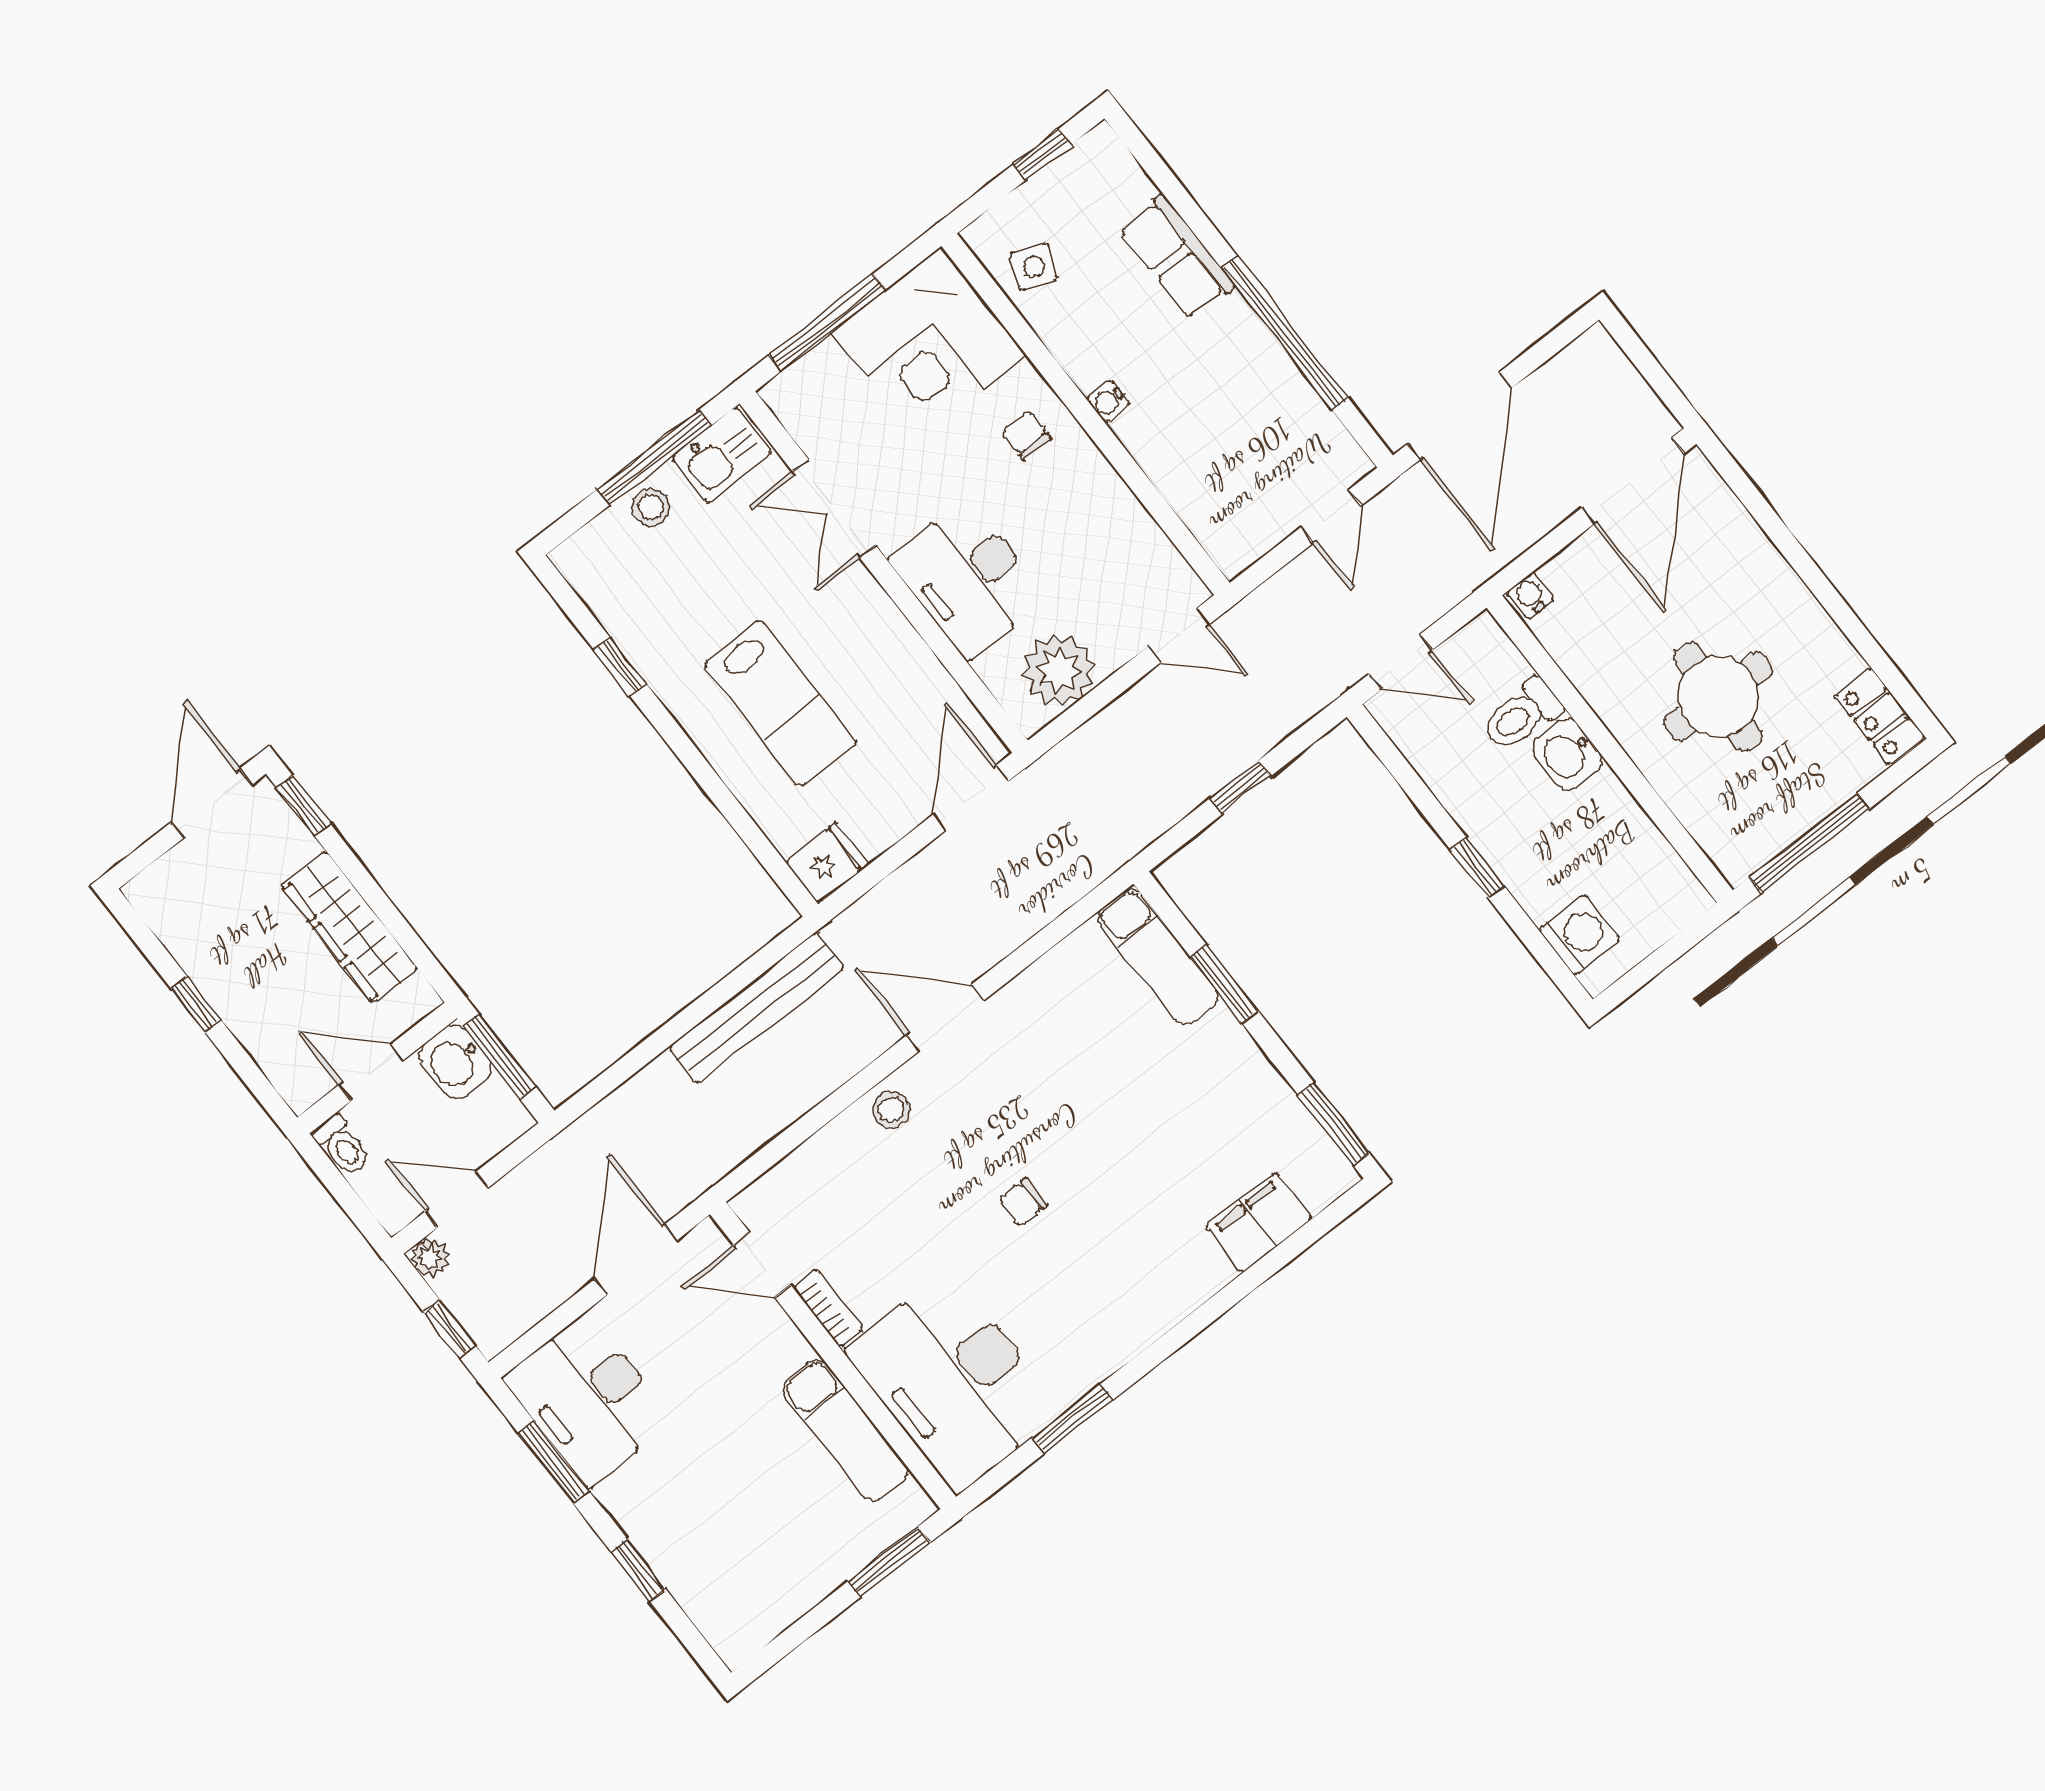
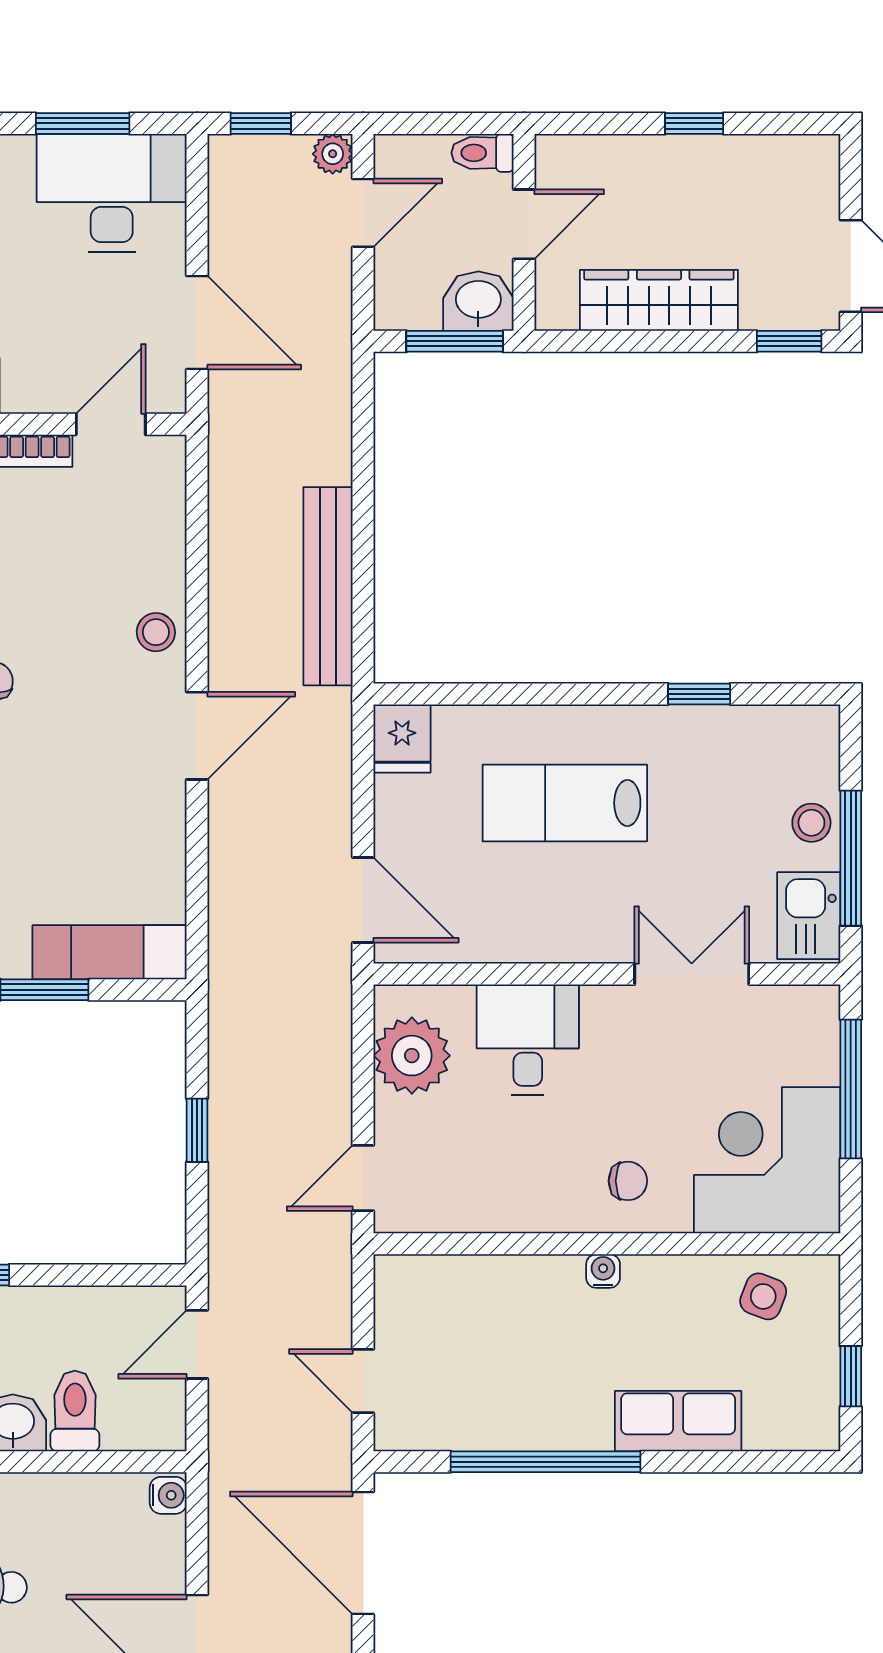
desk: (968, 579) -> (528, 1040), width x0.73

